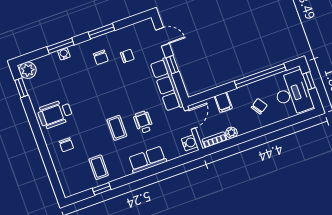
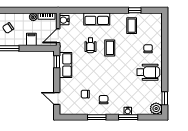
window: (172, 65) -> (57, 62), moved
row of seats: (167, 85) -> (65, 65), width x0.68

